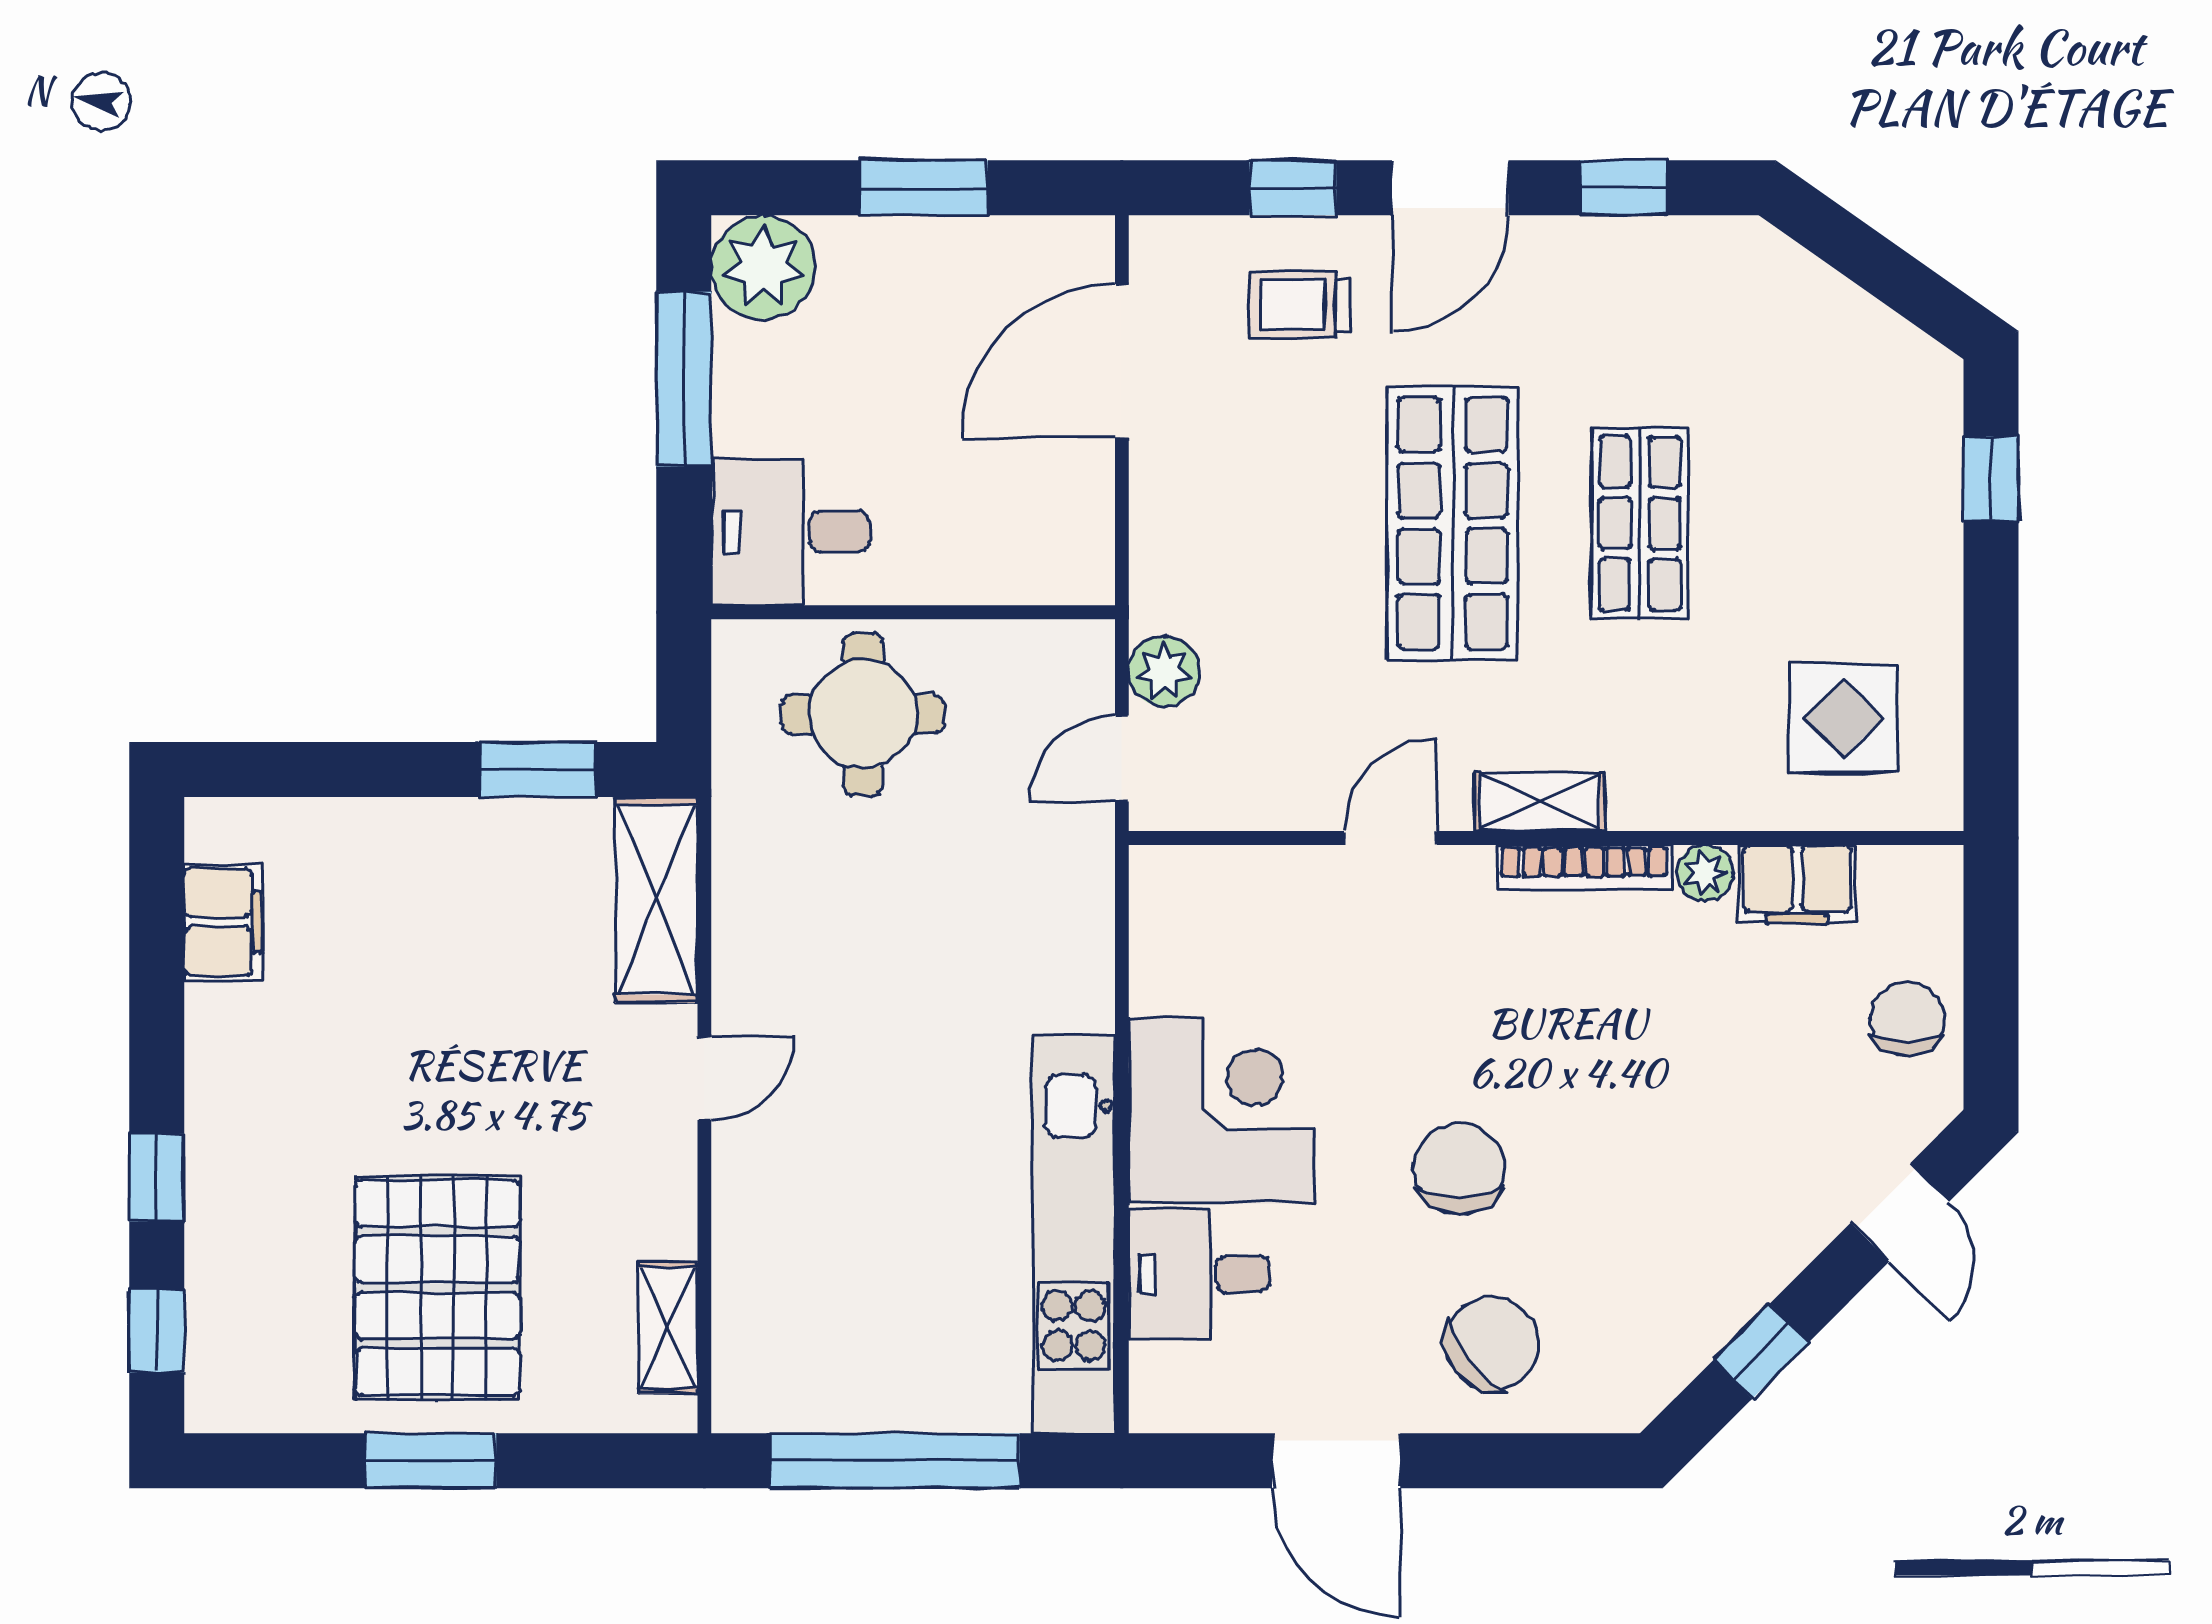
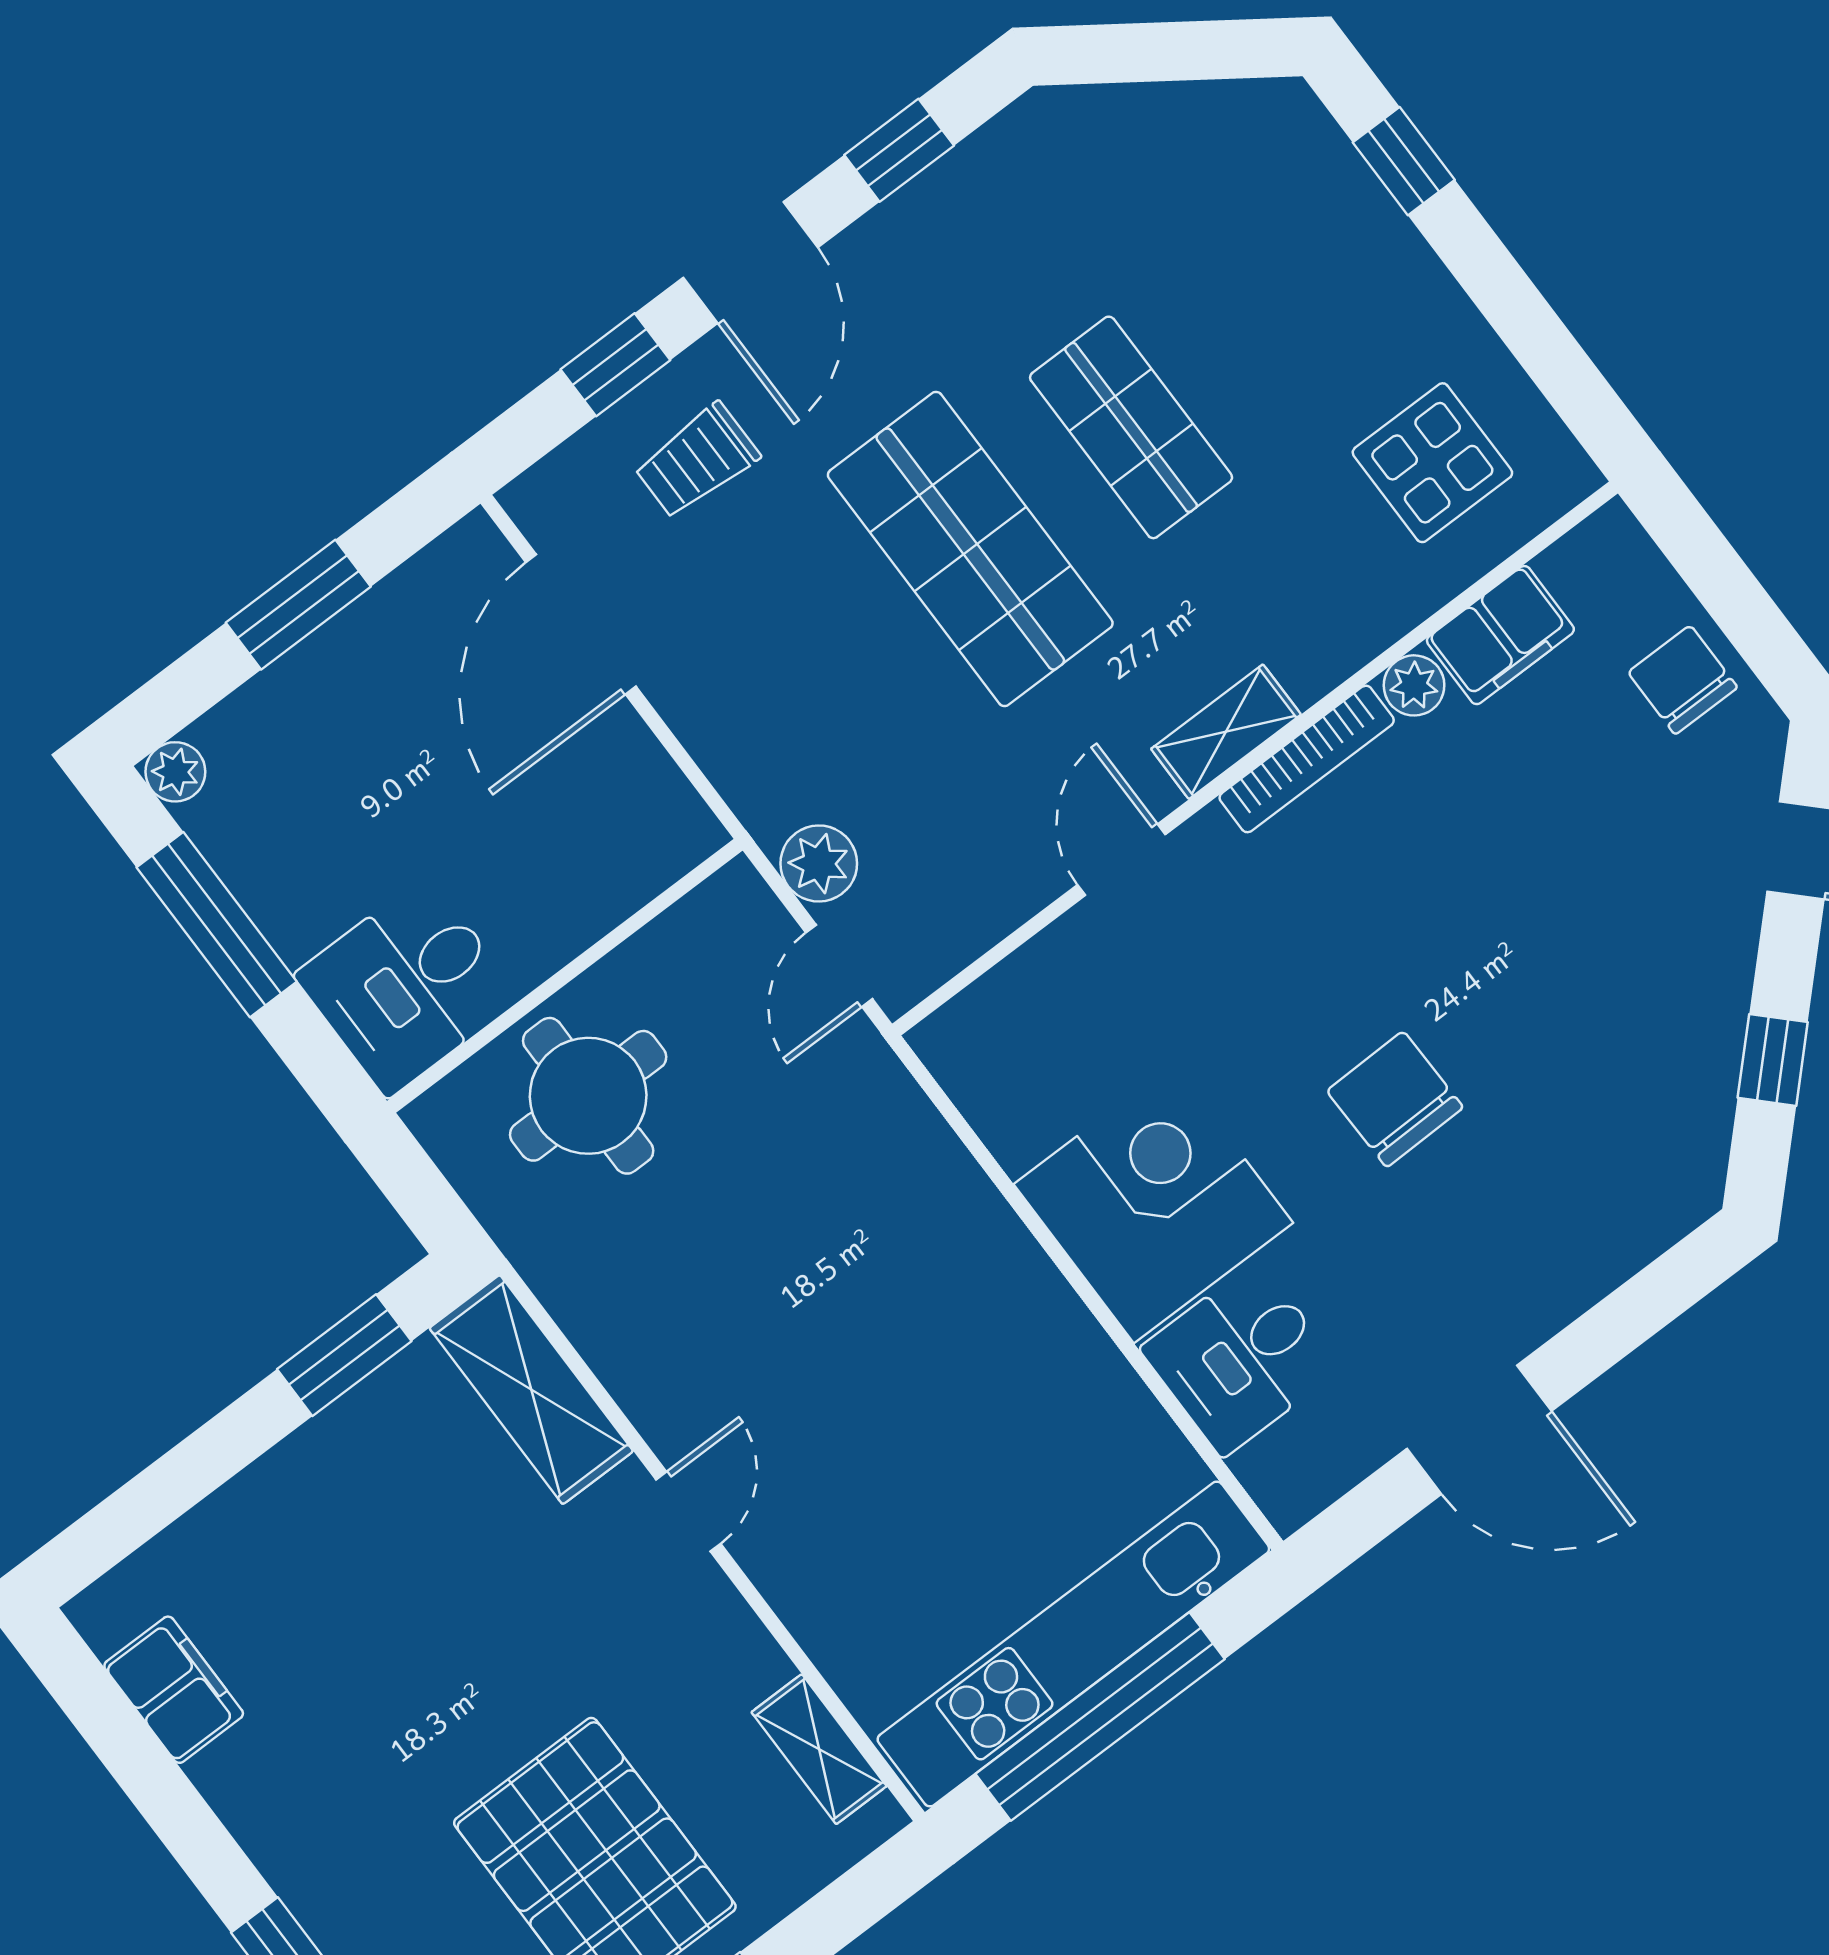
plant: (763, 267) -> (175, 772), width x0.53, depth x0.53
kitchen unit: (1074, 1234) -> (1073, 1644), moved, turned 90
chair: (1492, 1344) -> (1537, 1228), removed

